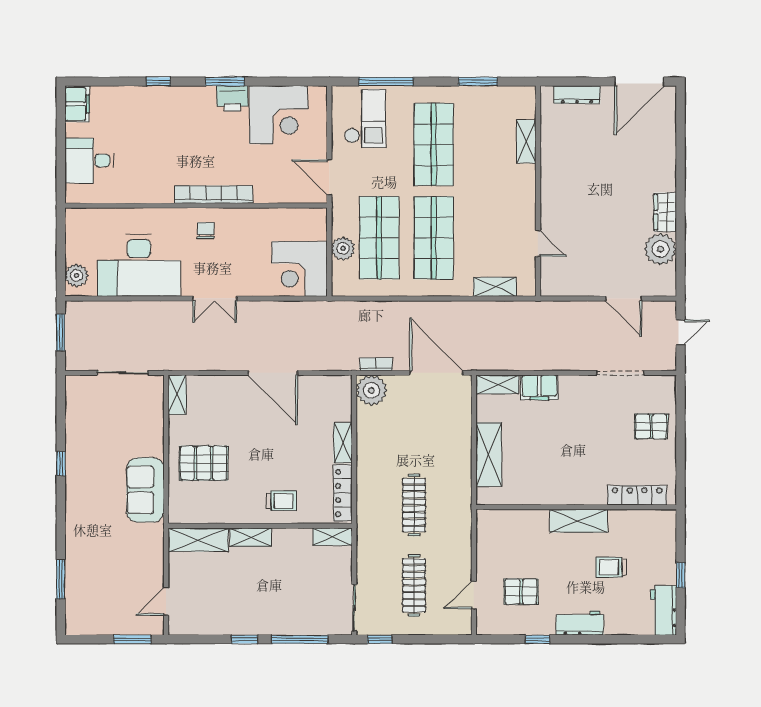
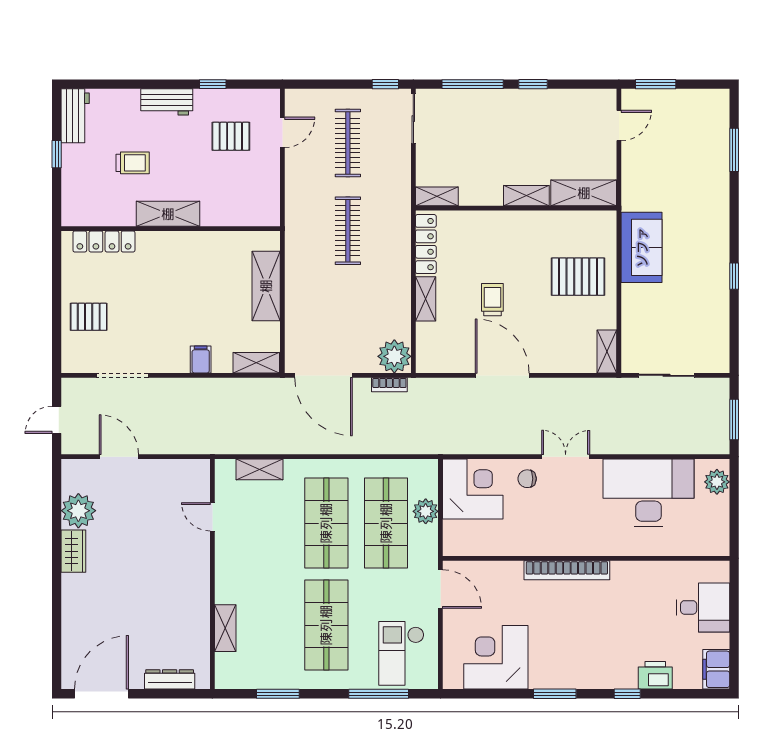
printer: (232, 98) -> (655, 675), moved
chair: (206, 231) -> (527, 479), moved, turned 90
filing cabinet: (539, 387) -> (201, 359), width x0.50
trolley: (281, 501) -> (492, 300), moved, turned 90

